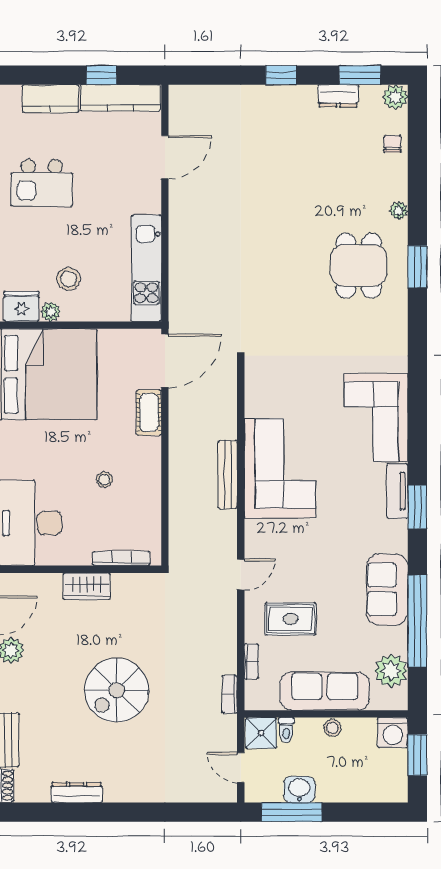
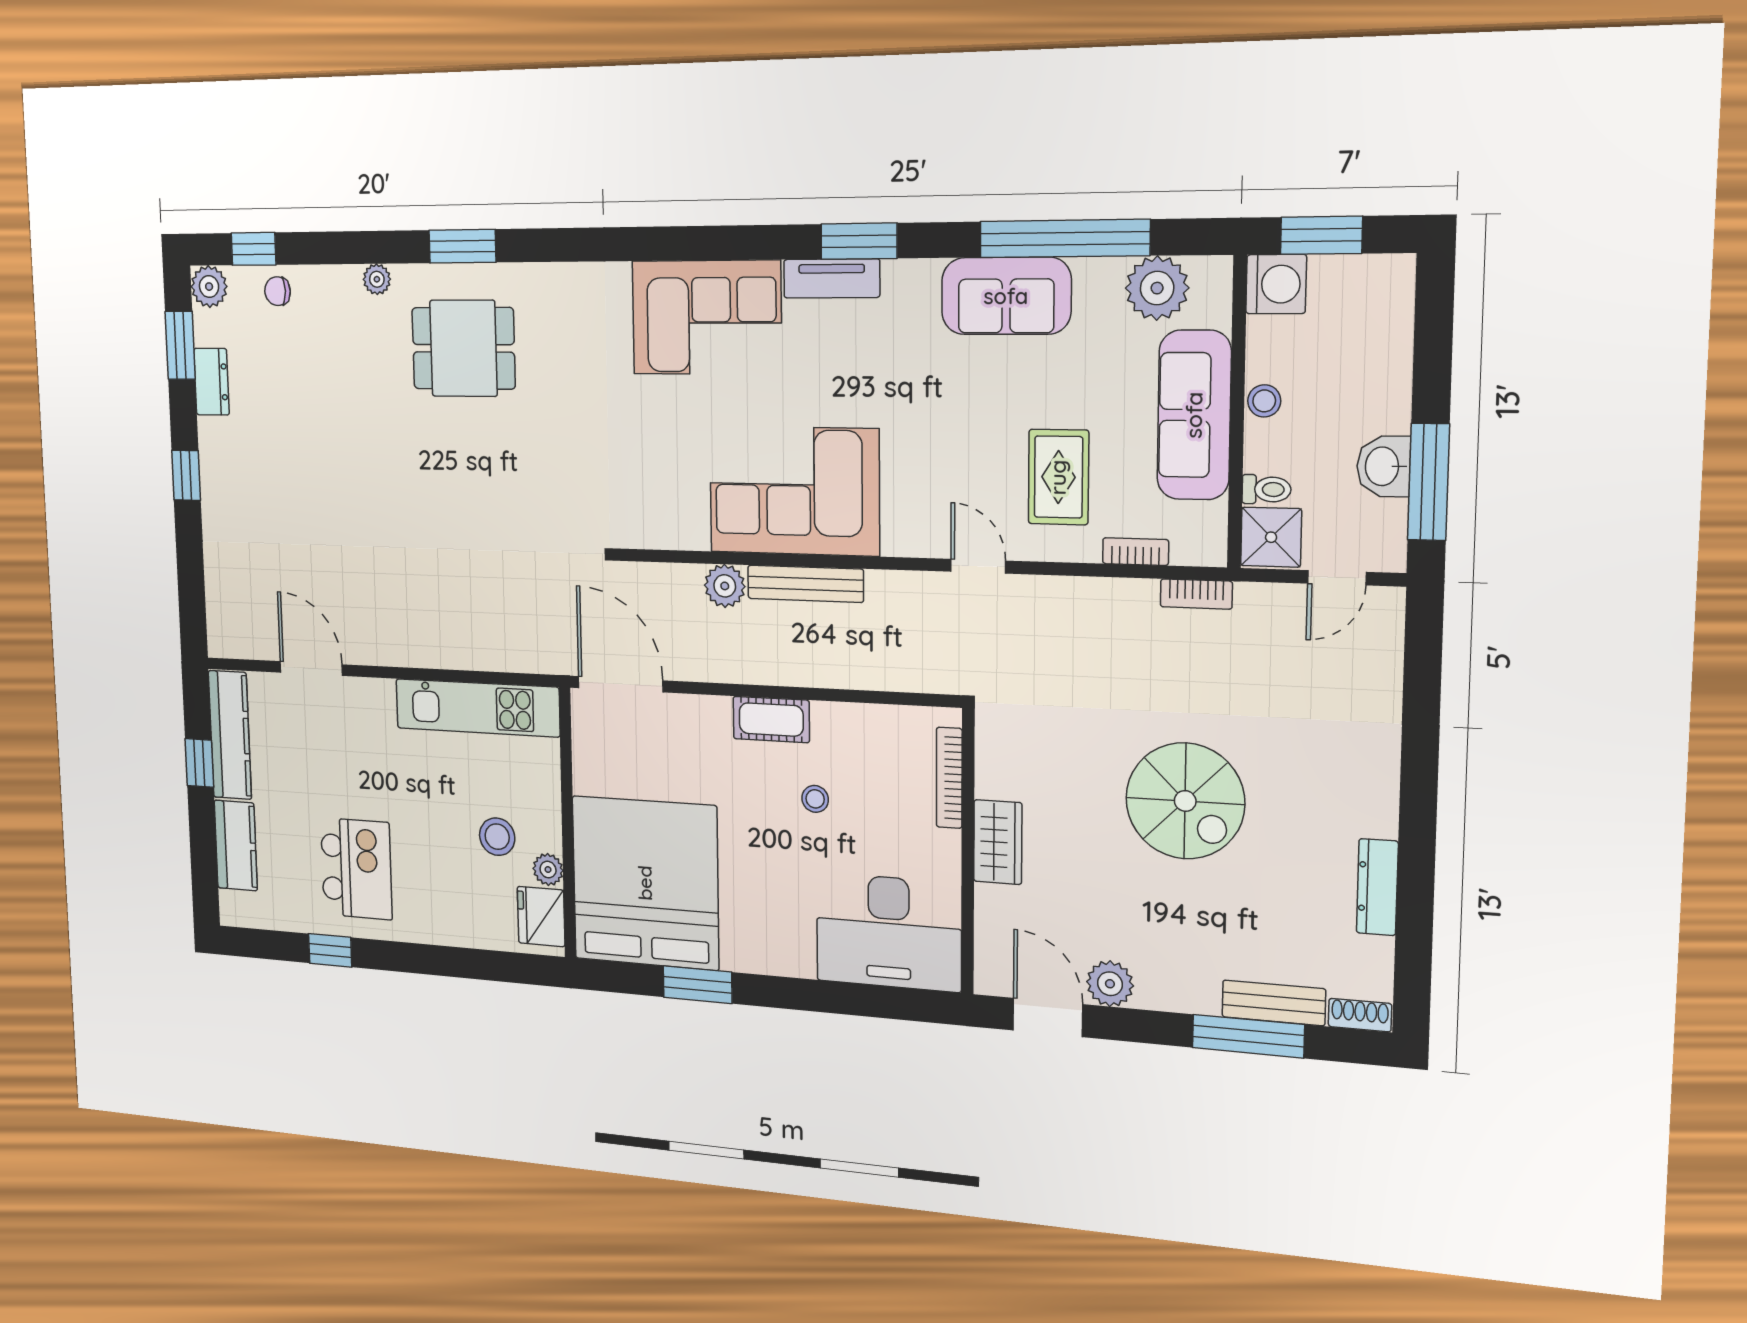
window: (417, 129) -> (253, 249), added
cot: (149, 413) -> (771, 720), moved
plant: (225, 426) -> (725, 586), added

